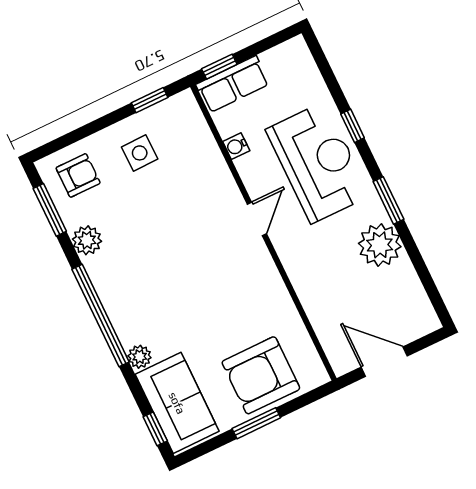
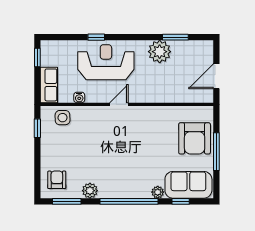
window: (219, 67) -> (37, 58), moved
side table: (140, 153) -> (63, 118), moved
window: (388, 200) -> (175, 37), moved
door: (257, 219) -> (119, 104), hinge flipped
window: (256, 423) -> (216, 152), width x1.44
window: (155, 429) -> (181, 201), moved

